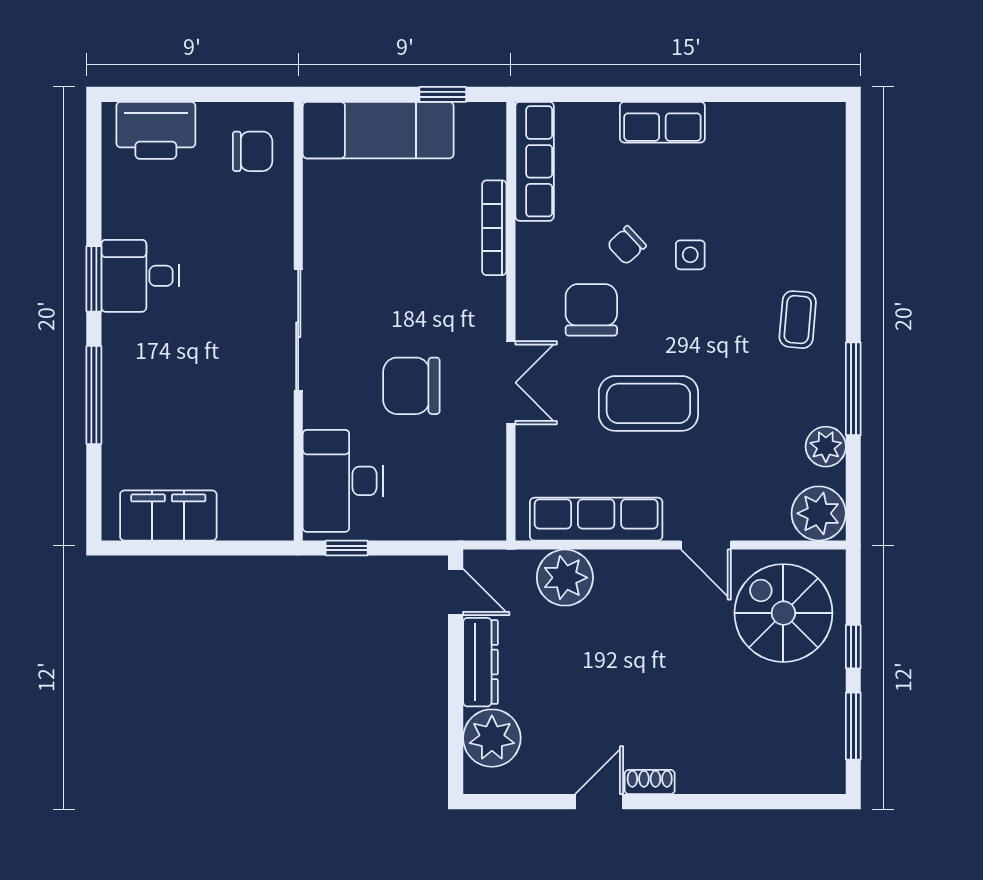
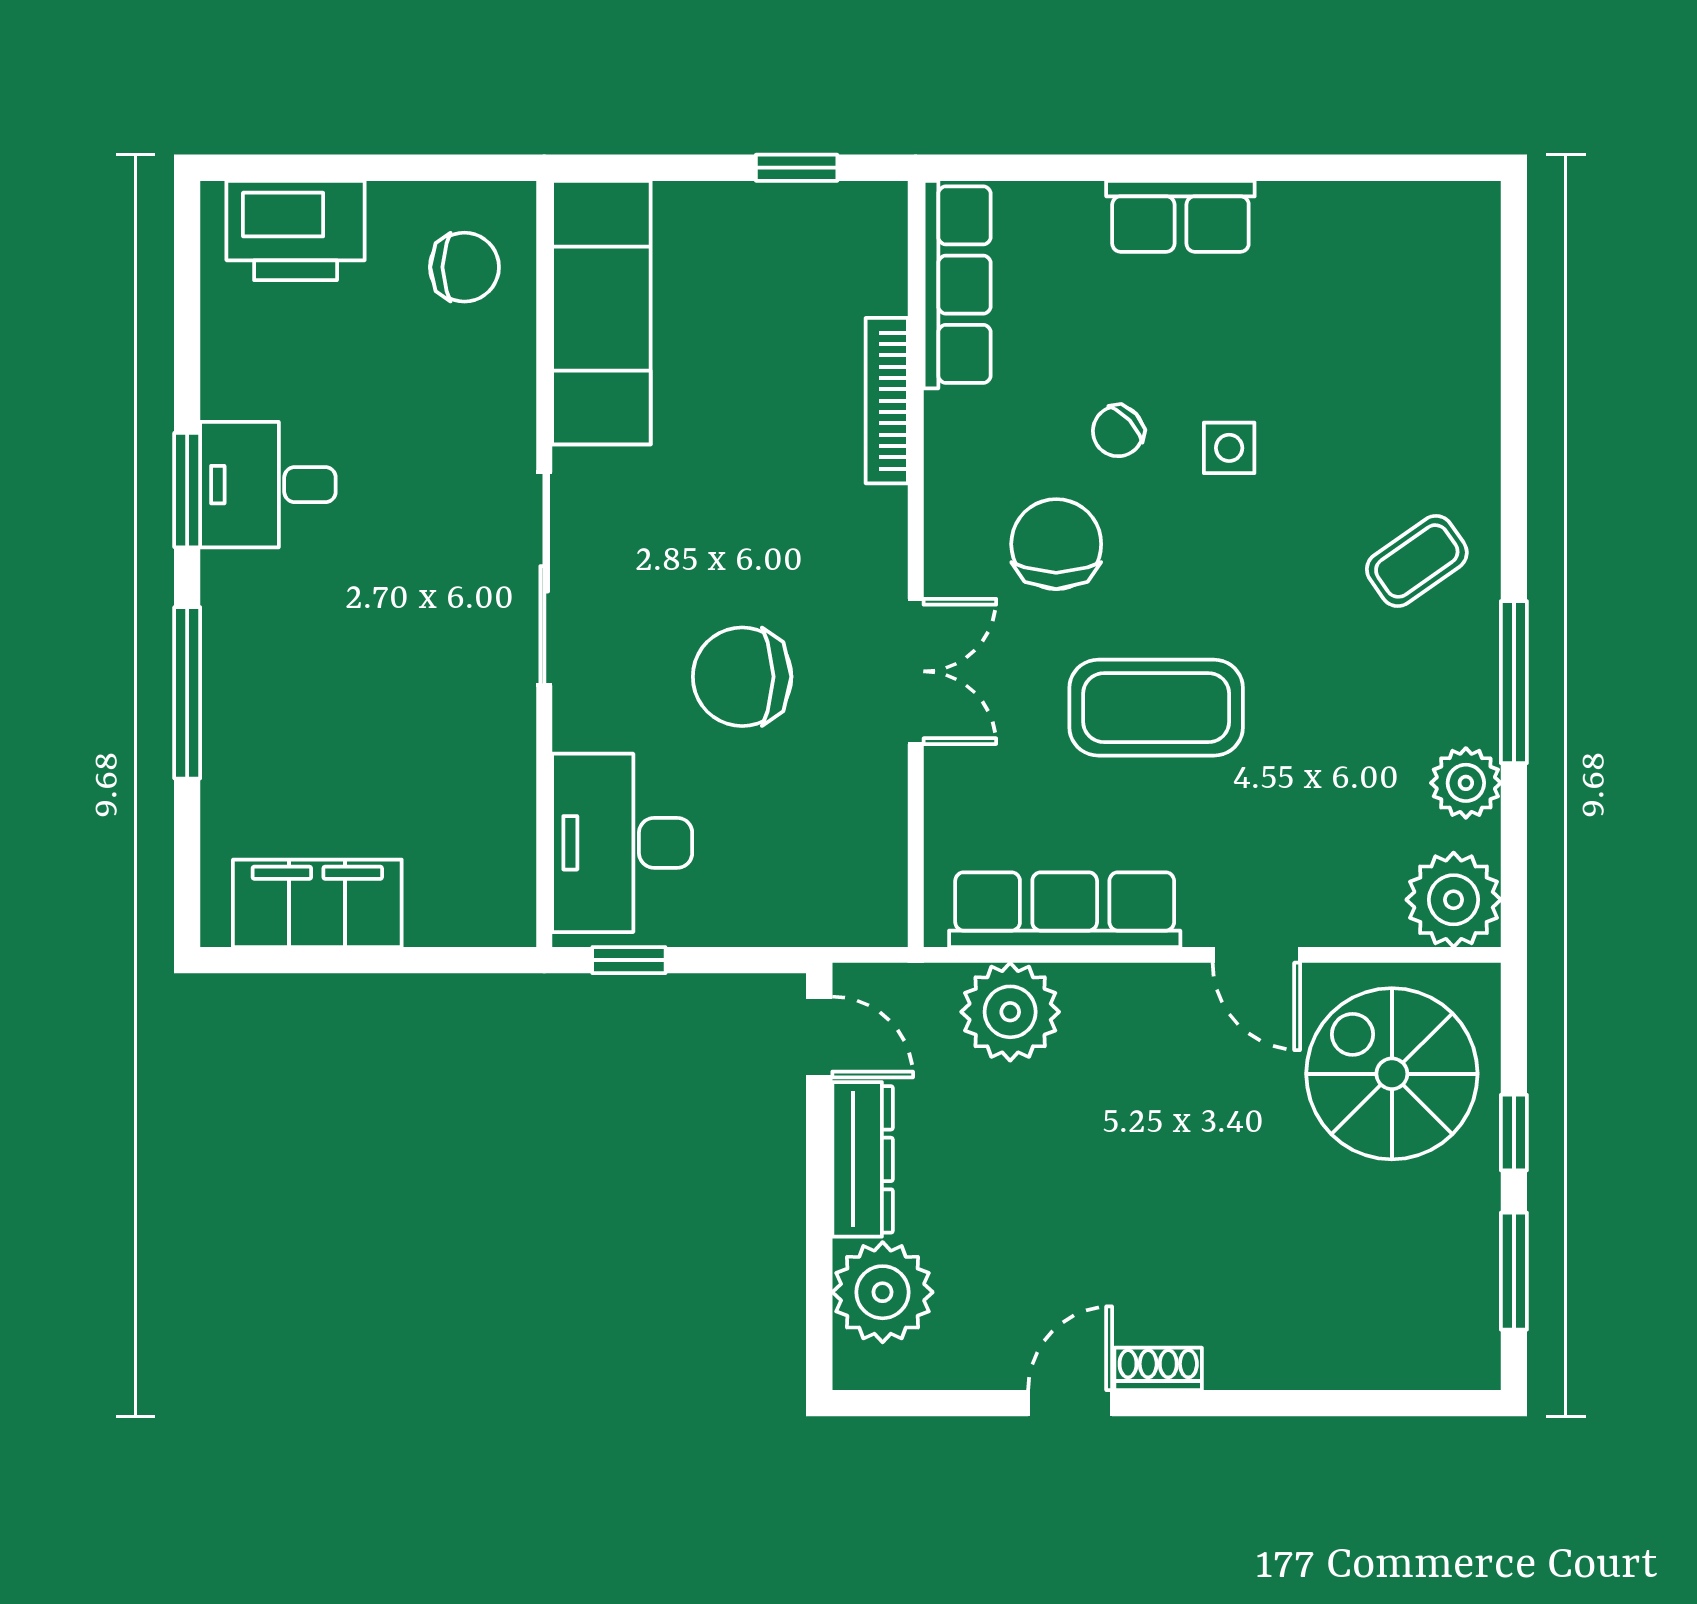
exam couch: (378, 130) -> (601, 313), moved, turned -90
coffee table: (798, 320) -> (1417, 561), turned 50

